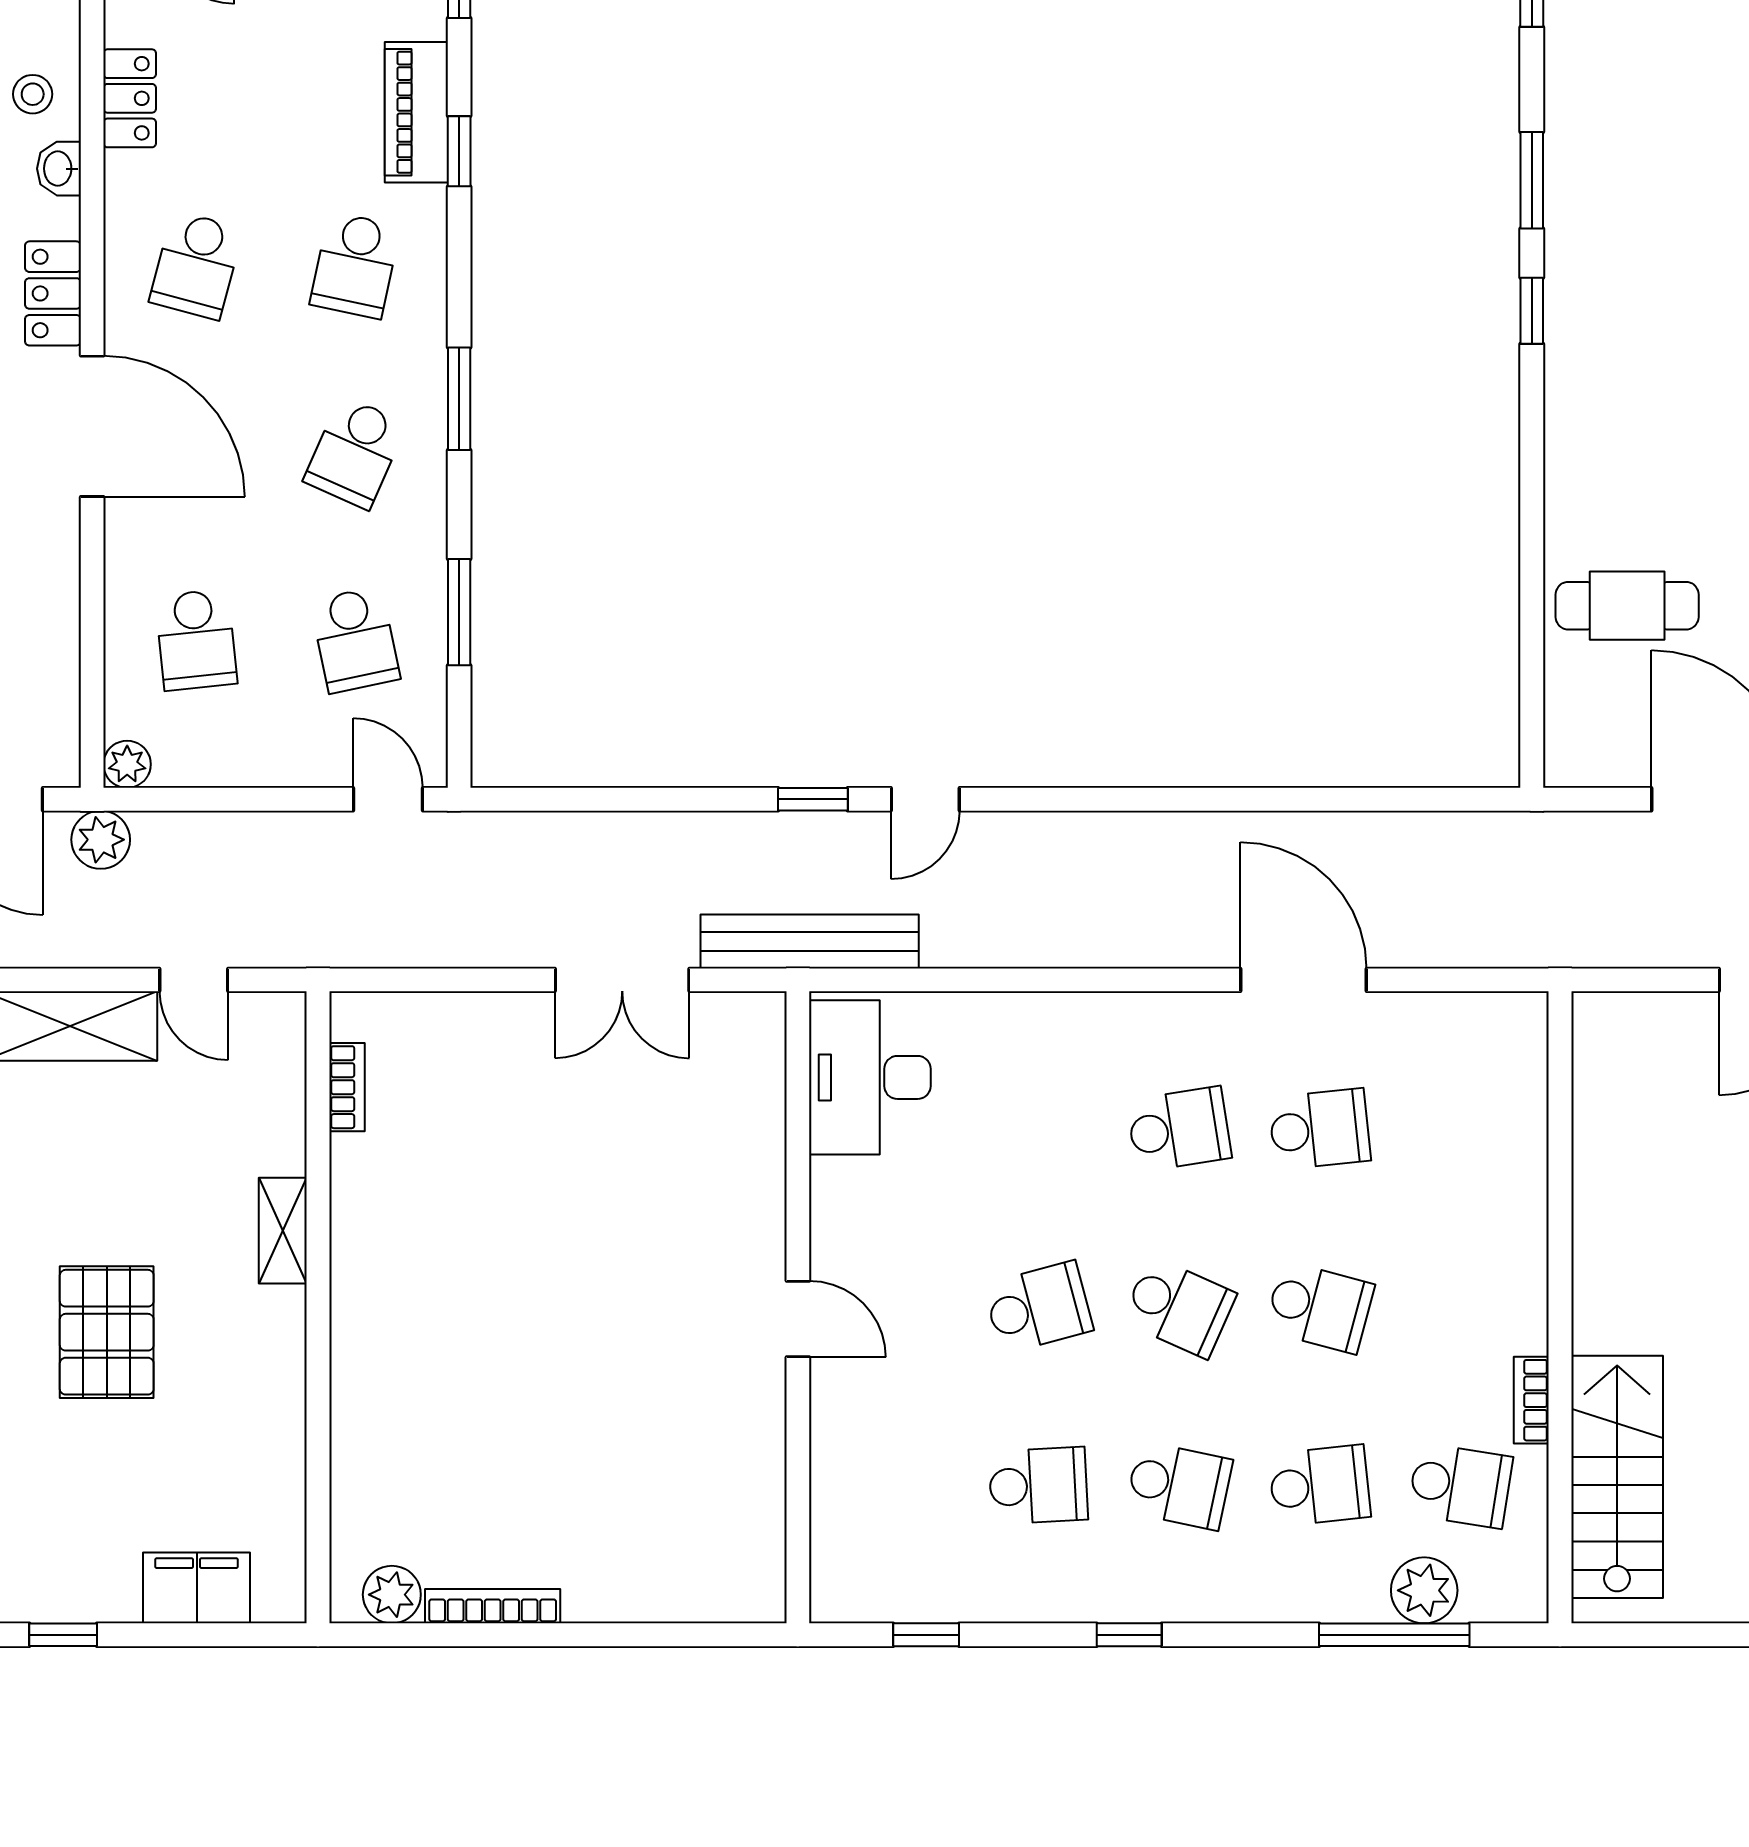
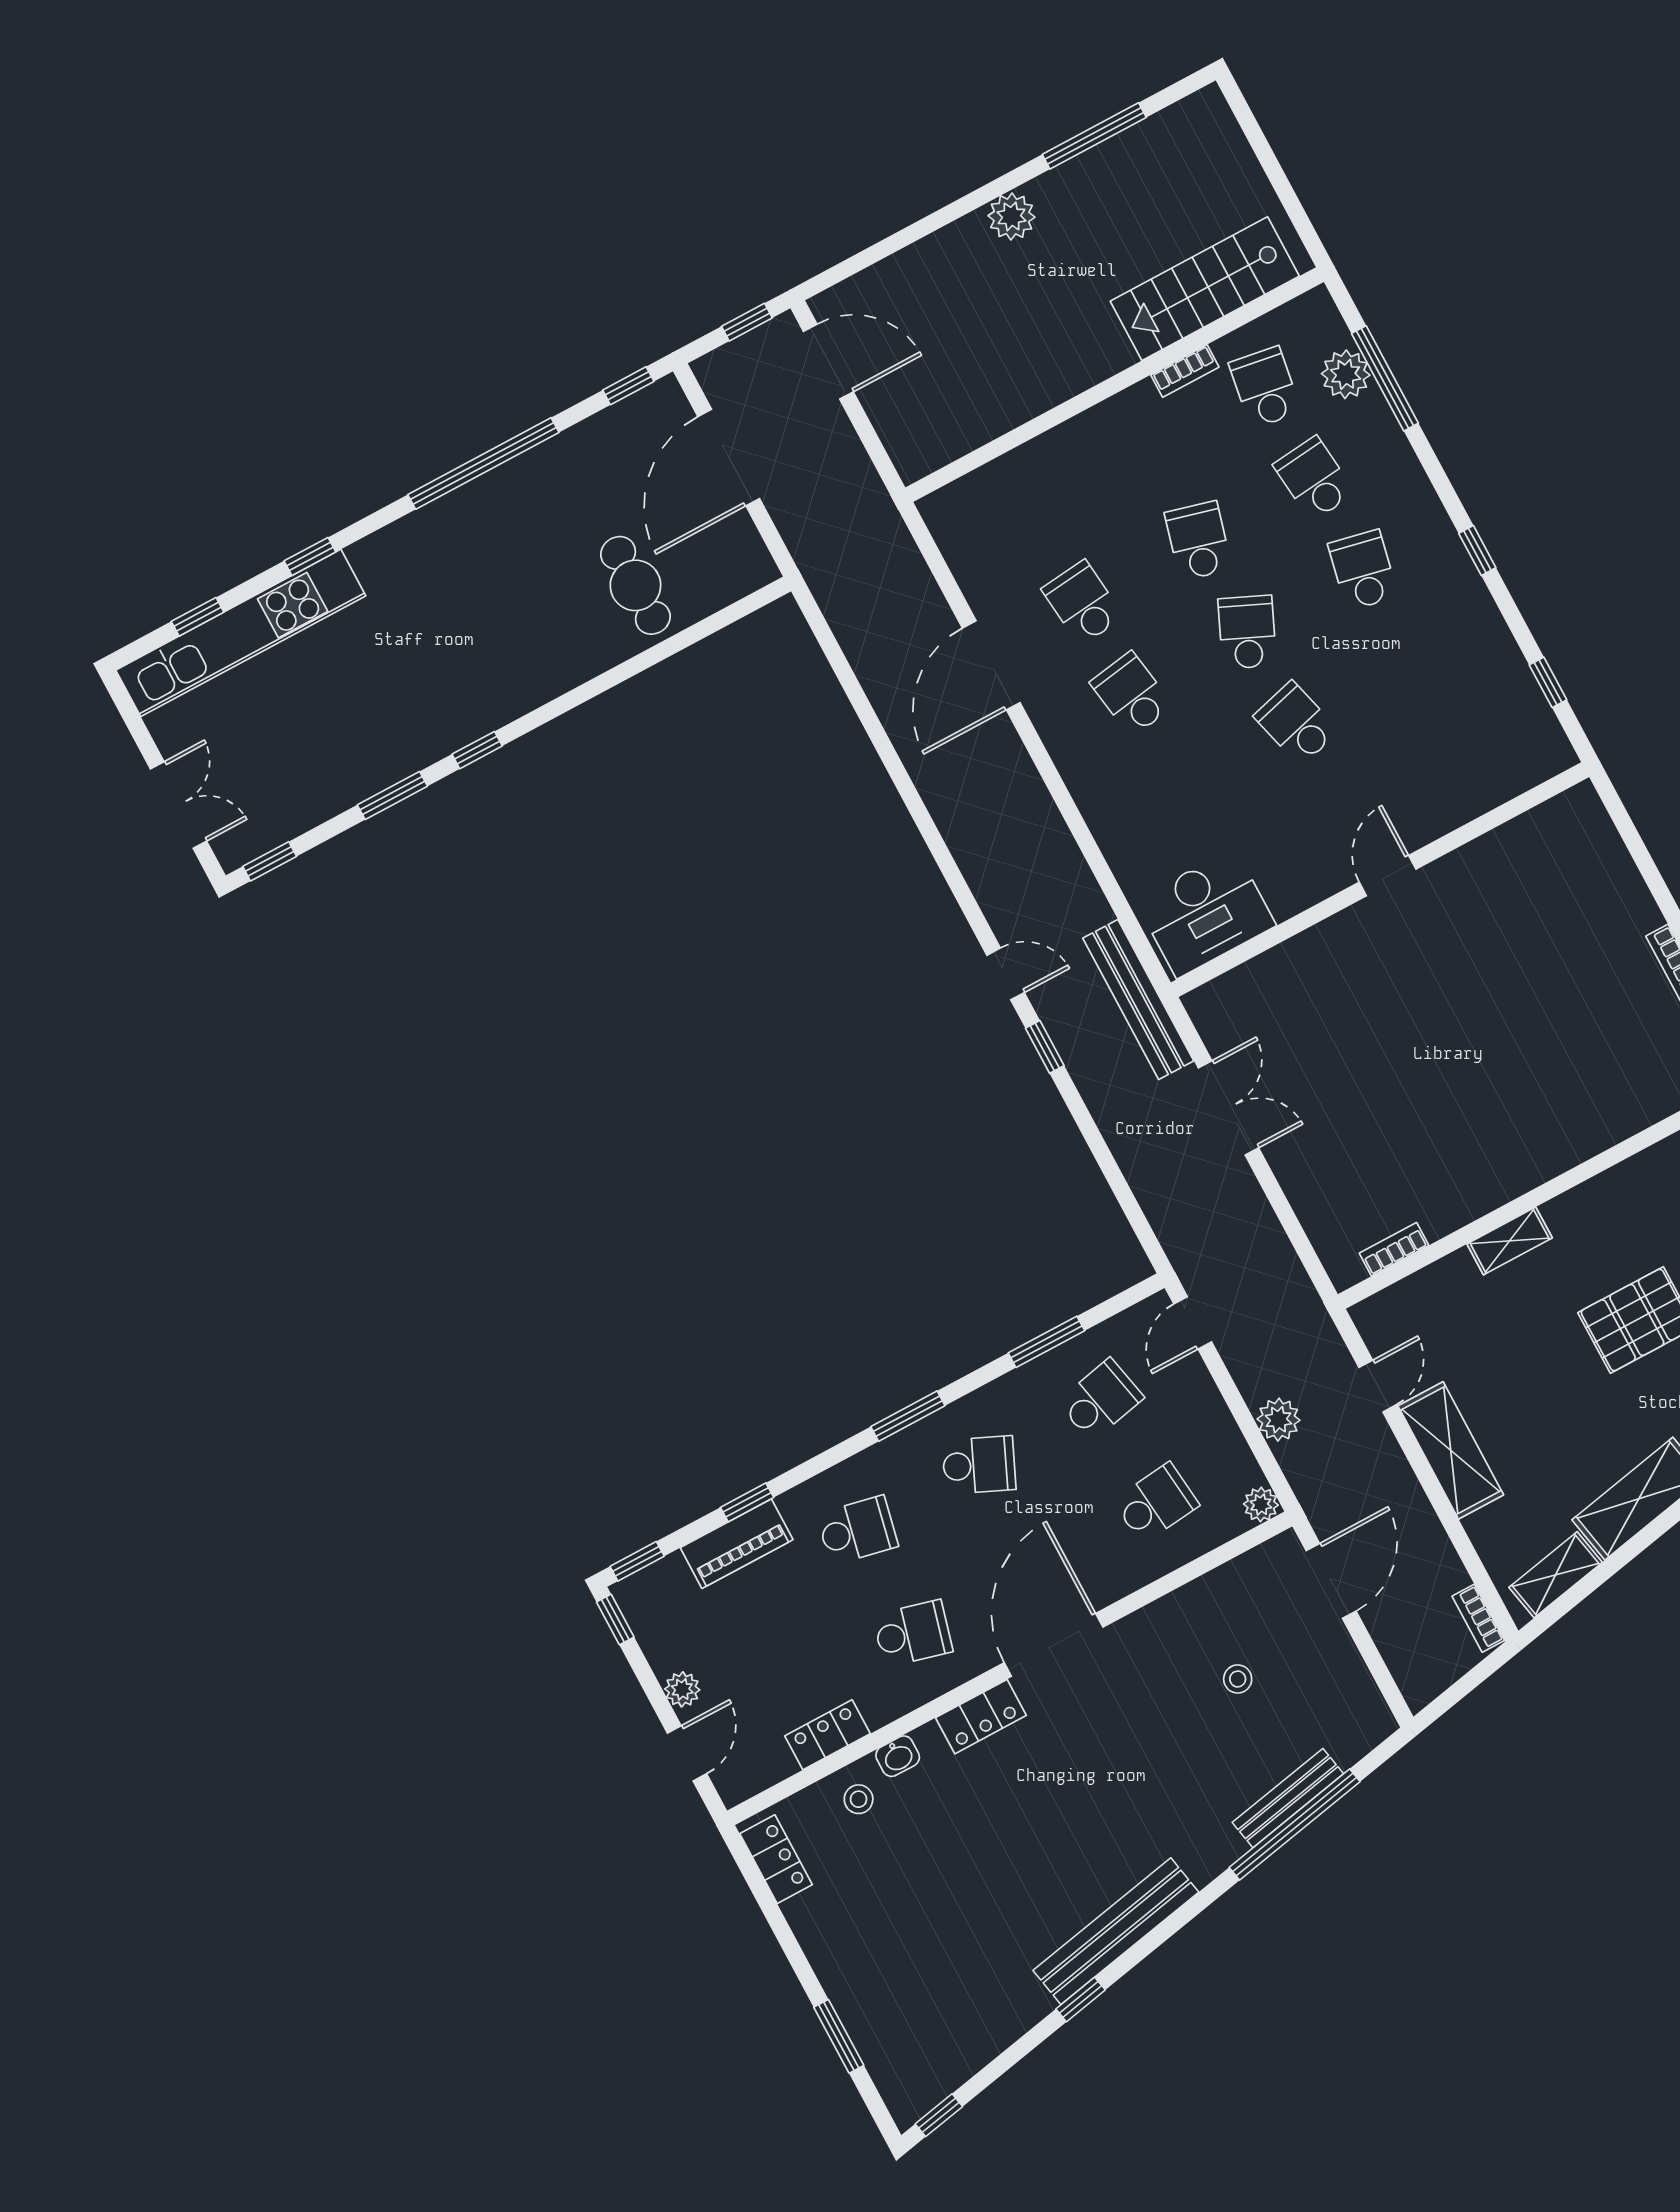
plant: (101, 840) -> (1278, 1420), moved
school desk: (1038, 1486) -> (1412, 661), removed

